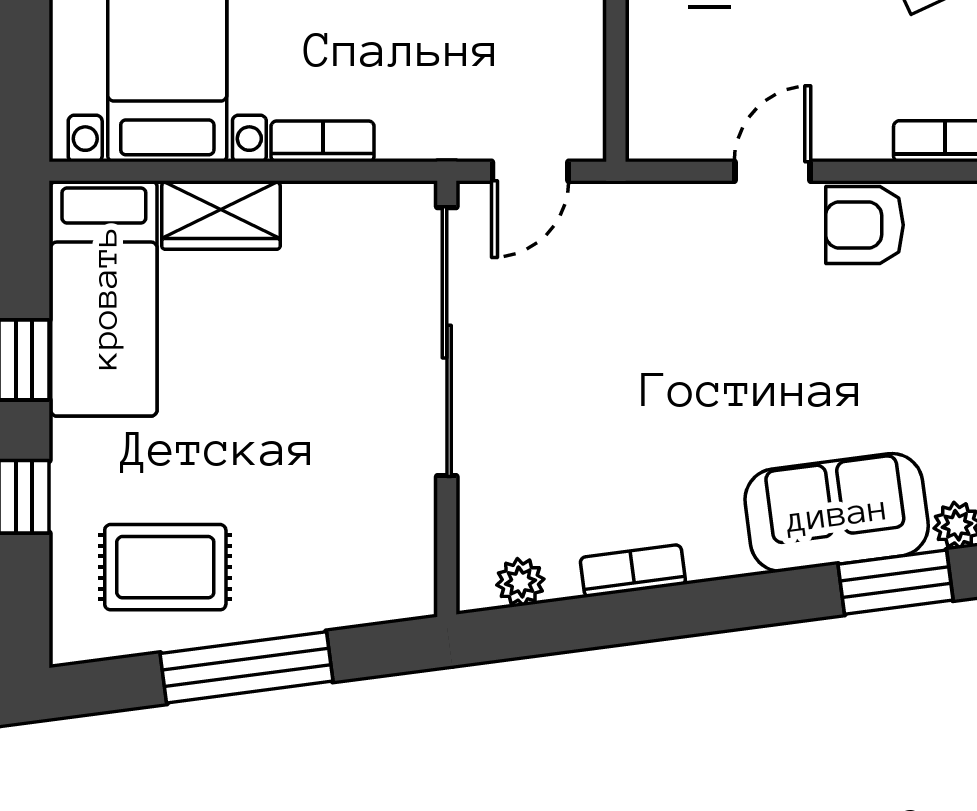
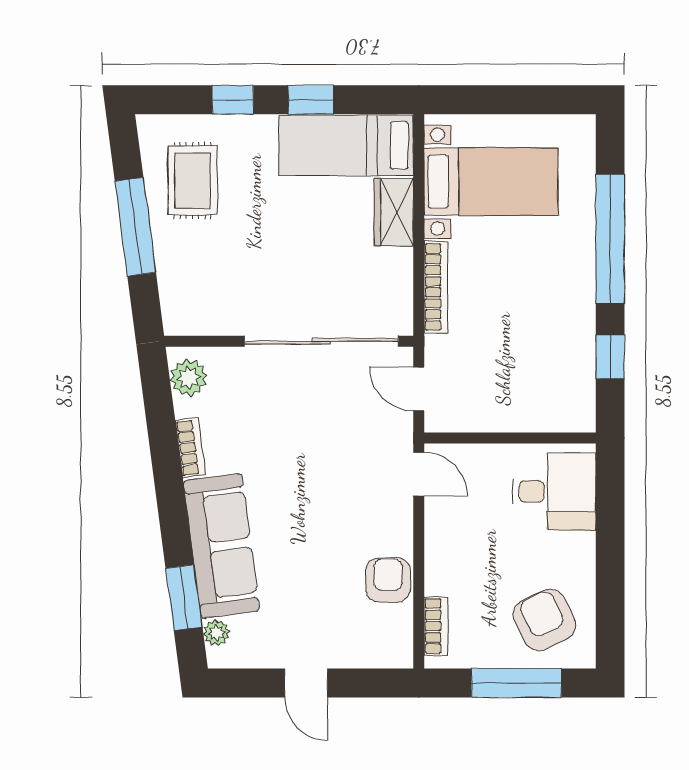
bookcase: (323, 141) -> (436, 287), width x1.56
door: (772, 171) -> (419, 474), moved
sofa: (837, 513) -> (221, 546), width x1.36
plant: (520, 582) -> (188, 378), width x1.38, depth x1.38

